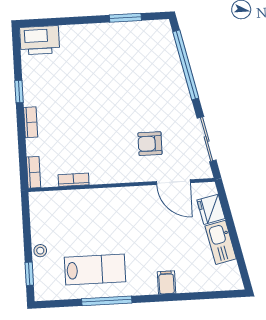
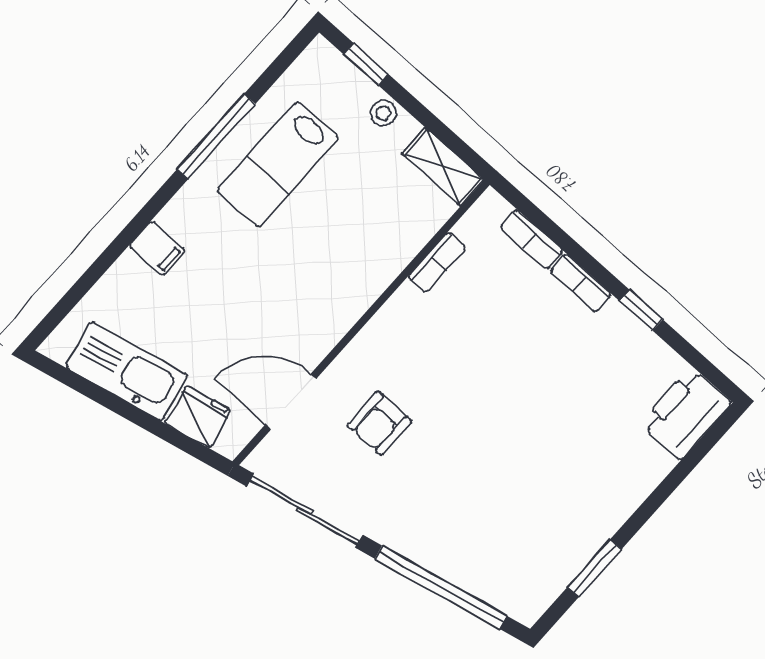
sliding door: (207, 139) -> (305, 511), width x1.37
armchair: (150, 144) -> (379, 423), turned 180
bookcase: (34, 172) -> (532, 239), moved
shelving: (38, 211) -> (443, 167), added
kitchen sink: (221, 242) -> (127, 371), width x1.36, depth x1.24

